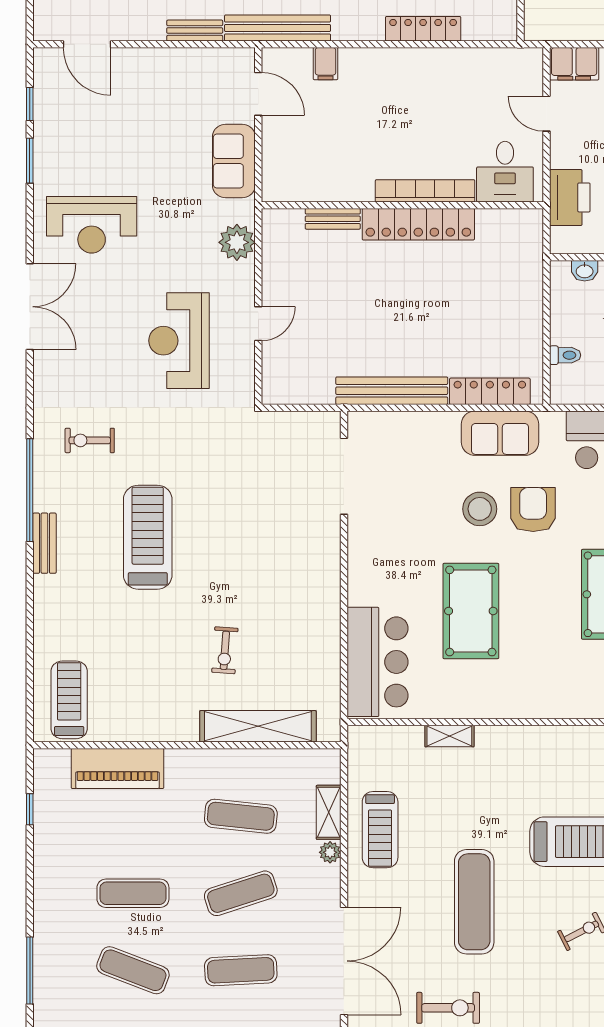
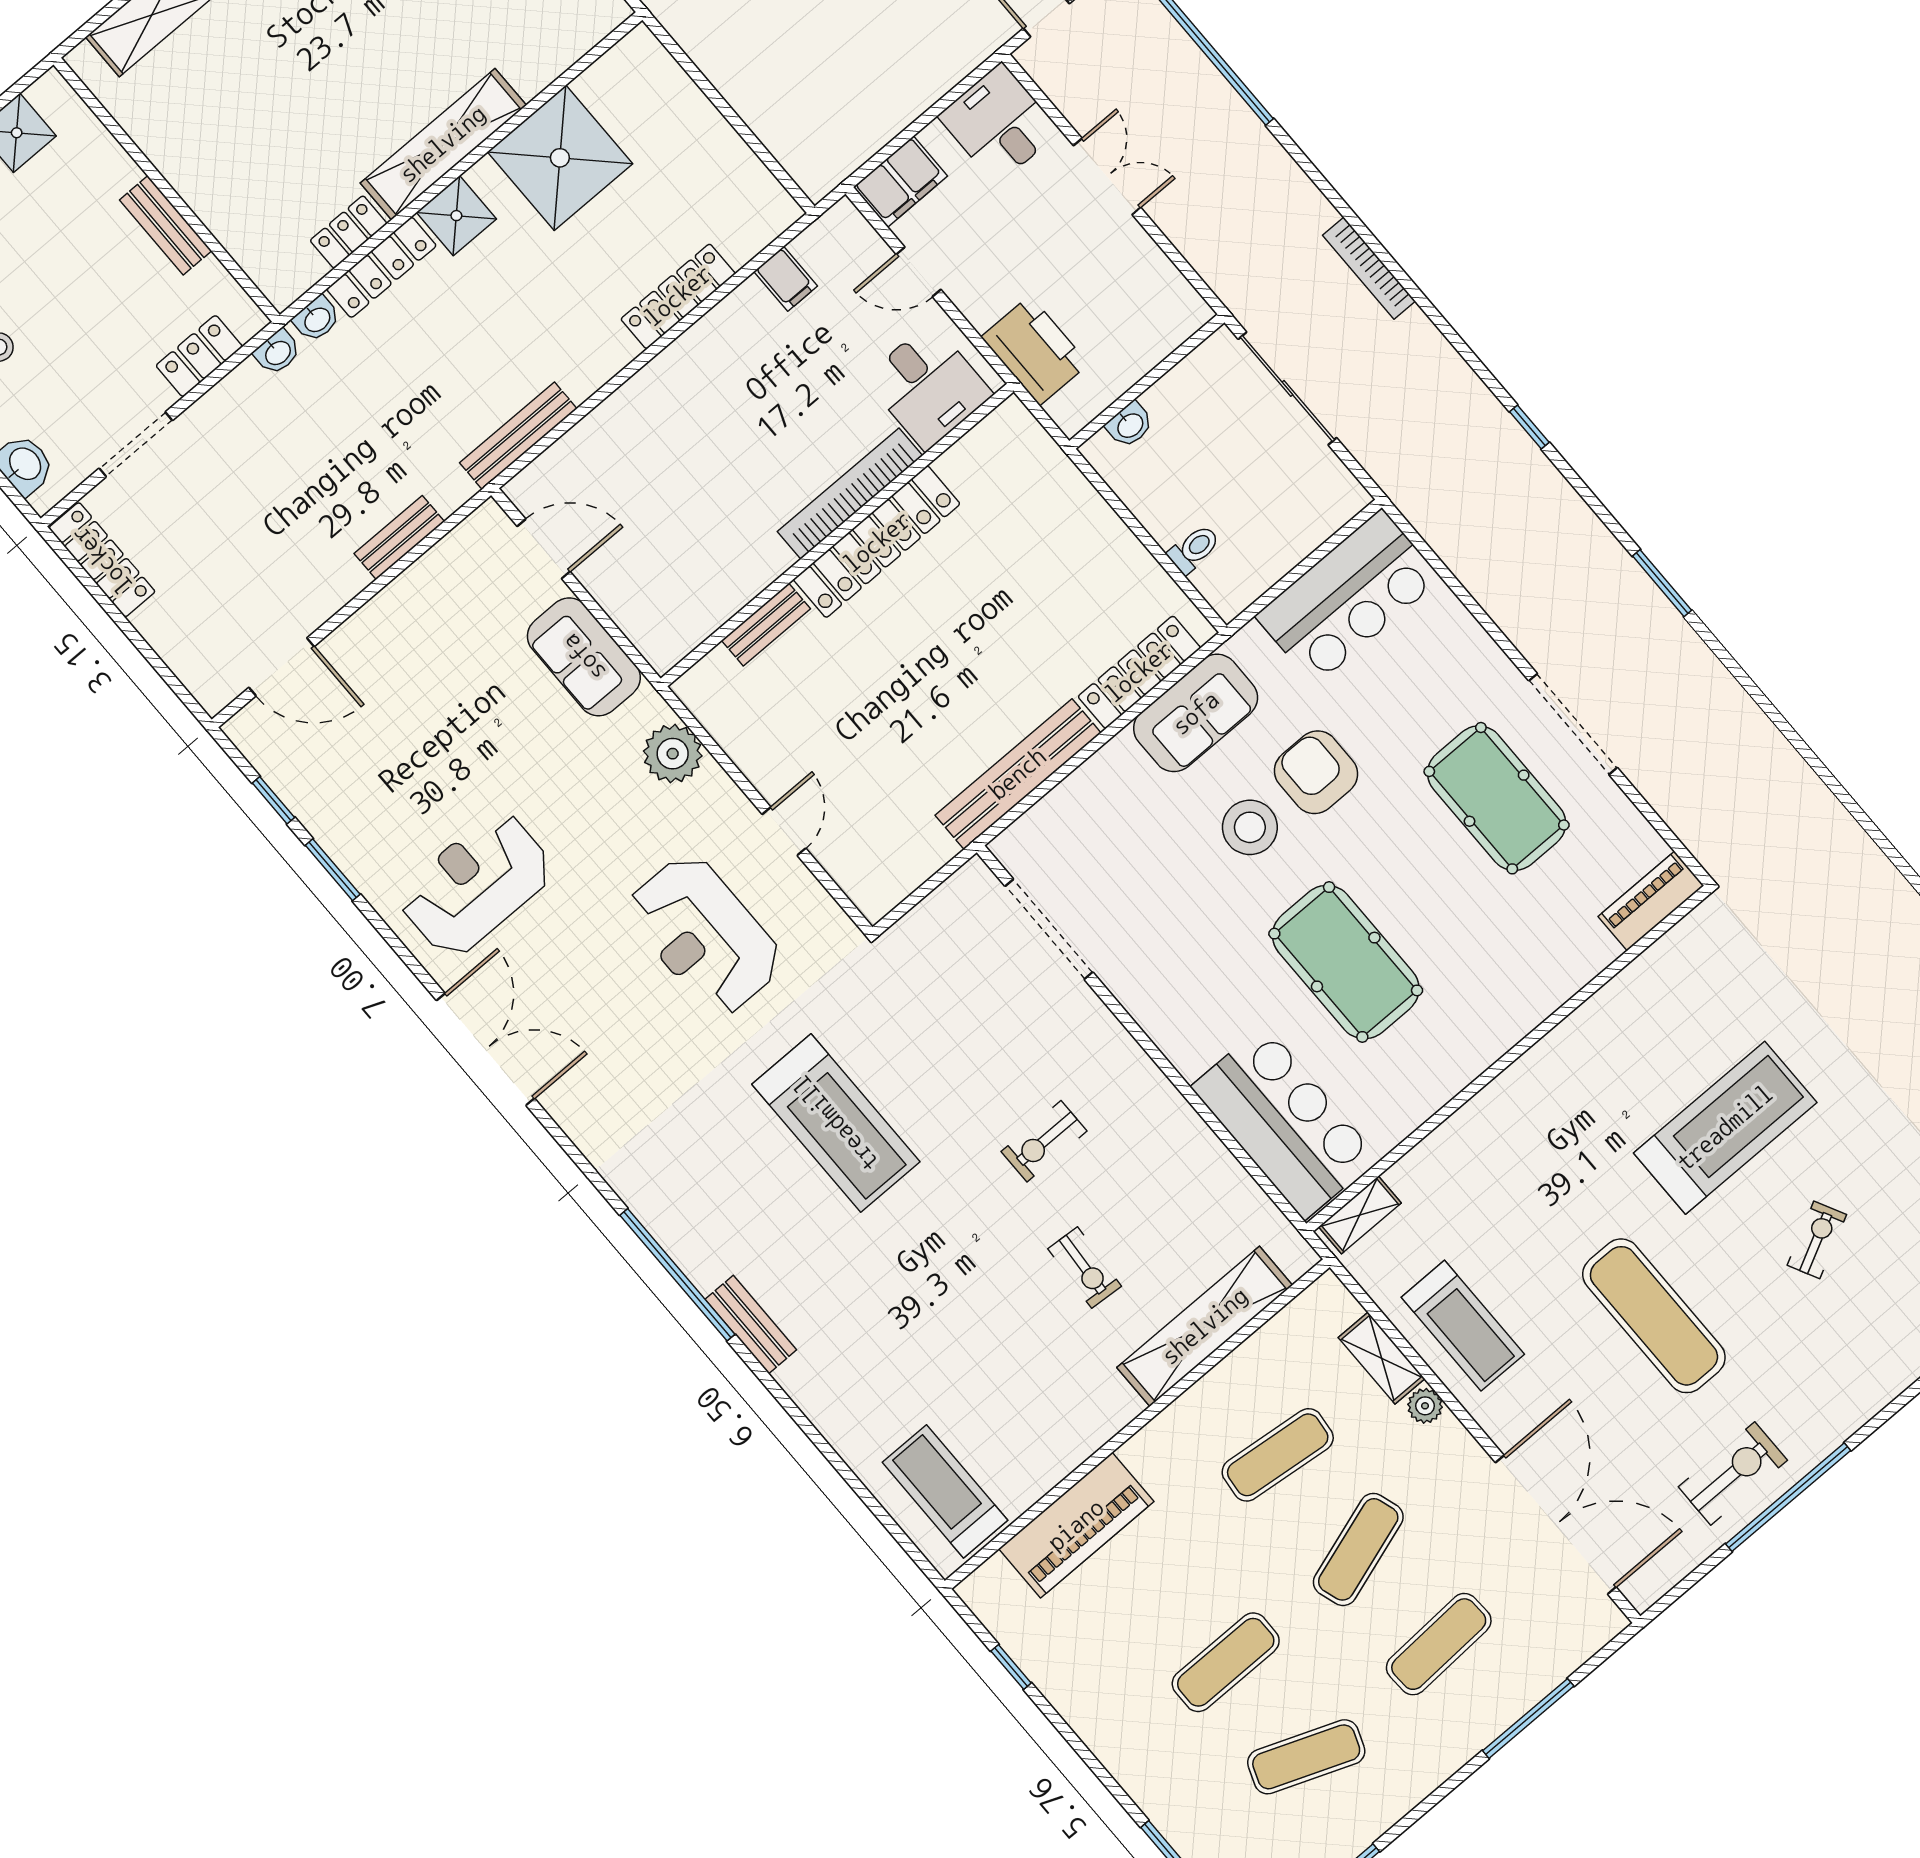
bench: (278, 28) -> (518, 436), width x0.73, depth x0.82
filing cabinet: (325, 64) -> (786, 279), moved
reception desk: (92, 225) -> (476, 884), turned 180
exercise bike: (90, 440) -> (1044, 1141), moved
treadmill: (148, 537) -> (836, 1123), moved, turned 180
shelving: (449, 736) -> (1360, 1215), moved

